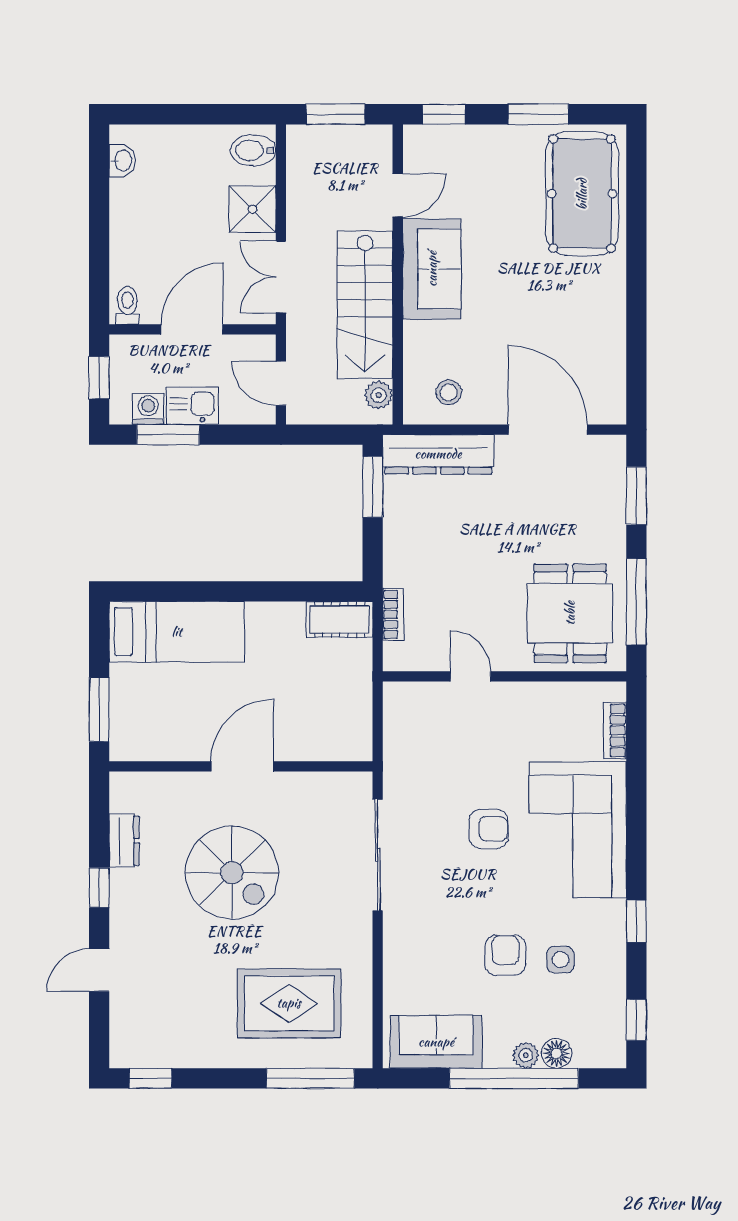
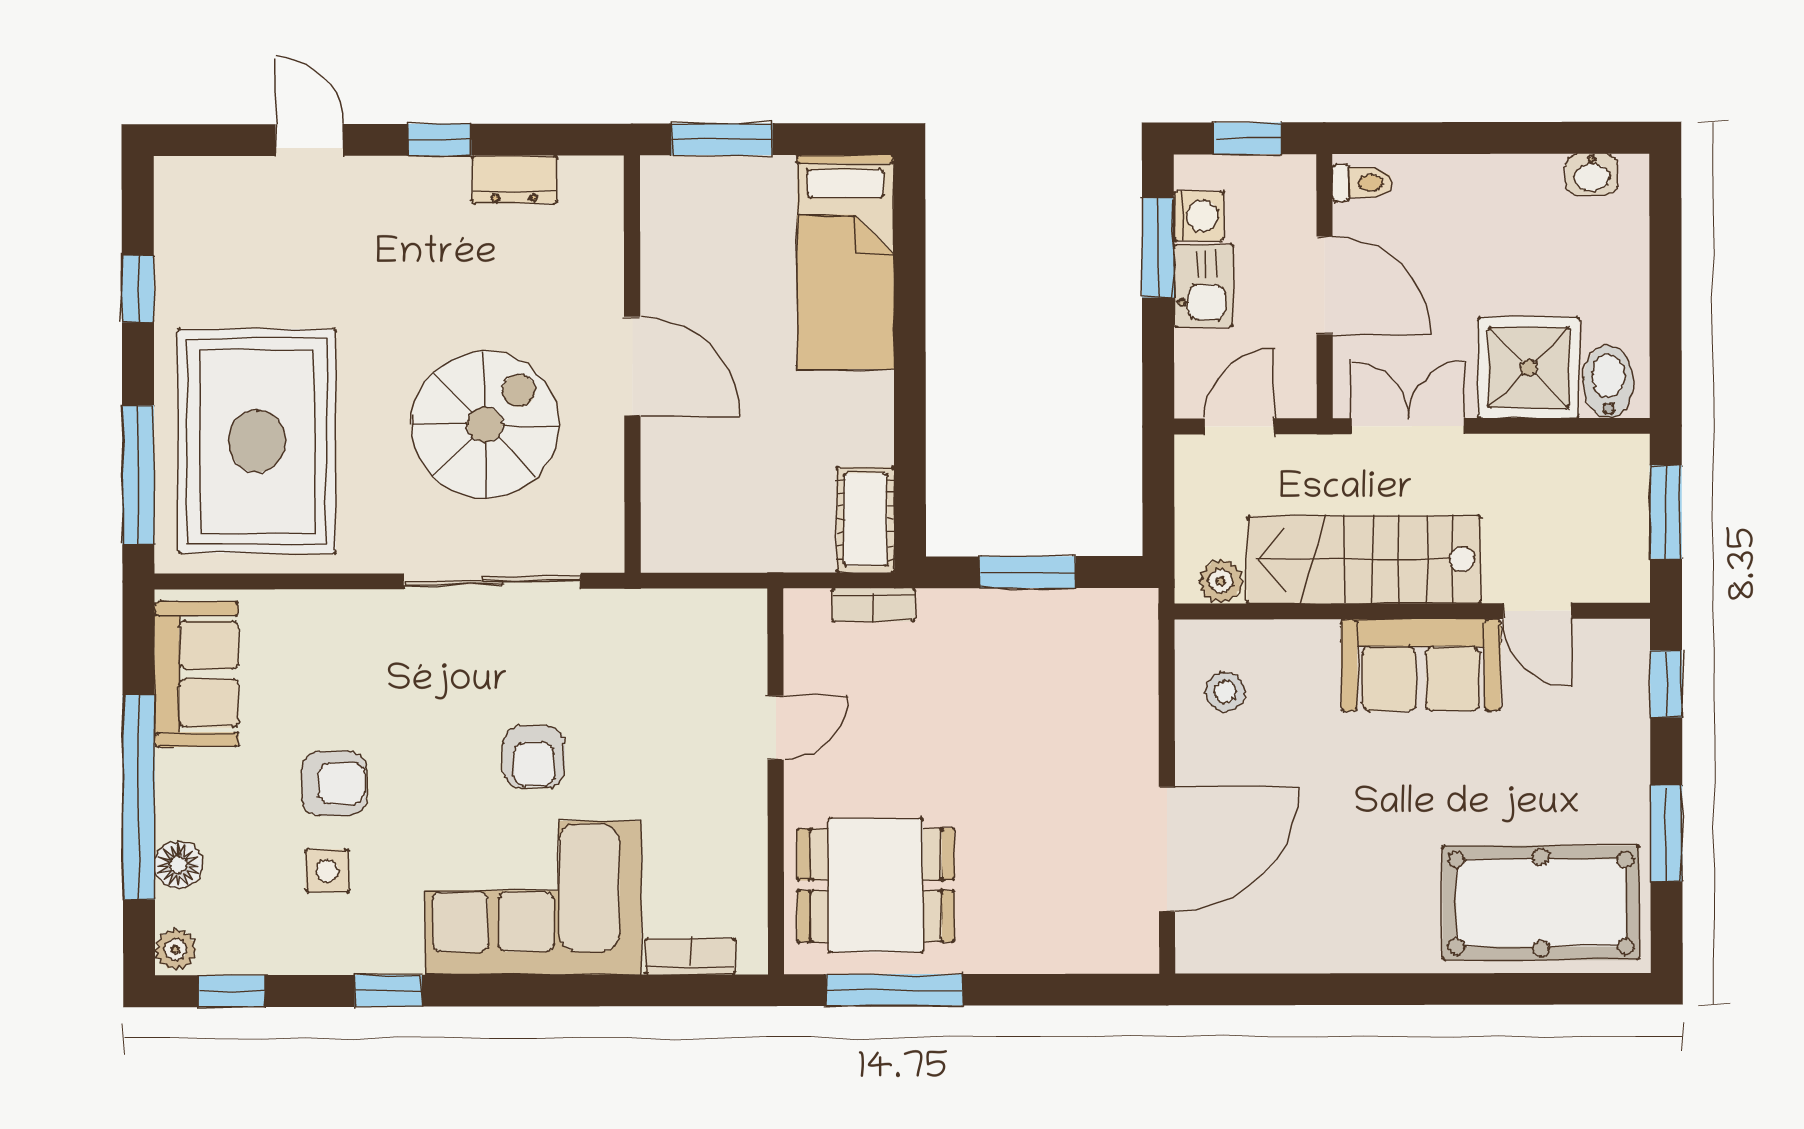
shower: (253, 209) -> (1529, 367), width x1.36, depth x1.36
dresser: (438, 454) -> (1127, 676), removed
window: (373, 487) -> (1028, 572), moved
window: (636, 496) -> (1062, 990), removed
spiral stairs: (232, 873) -> (485, 425), moved, turned 180
rug: (289, 1003) -> (257, 441), width x1.37, depth x1.44
plant: (526, 1055) -> (176, 950), moved
window: (150, 1078) -> (138, 289), moved

